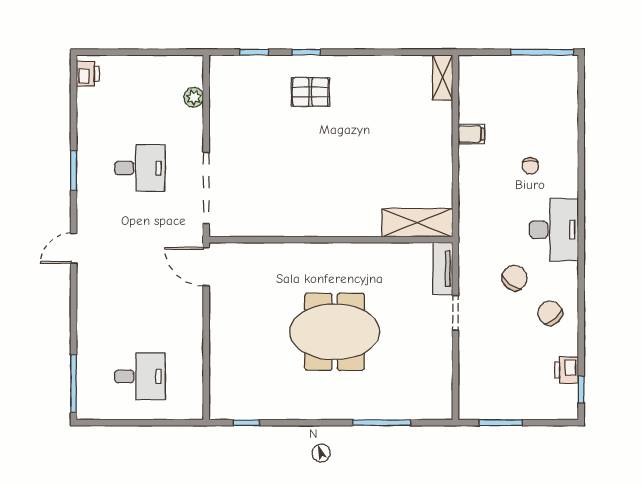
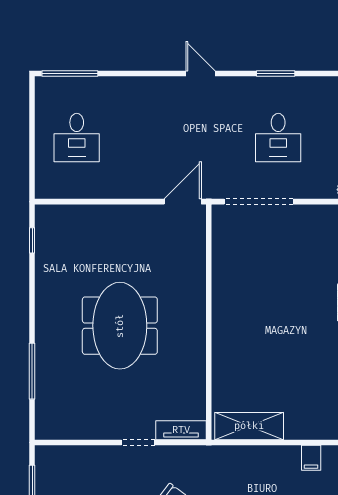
shelving: (417, 223) -> (249, 426), moved, turned 90

